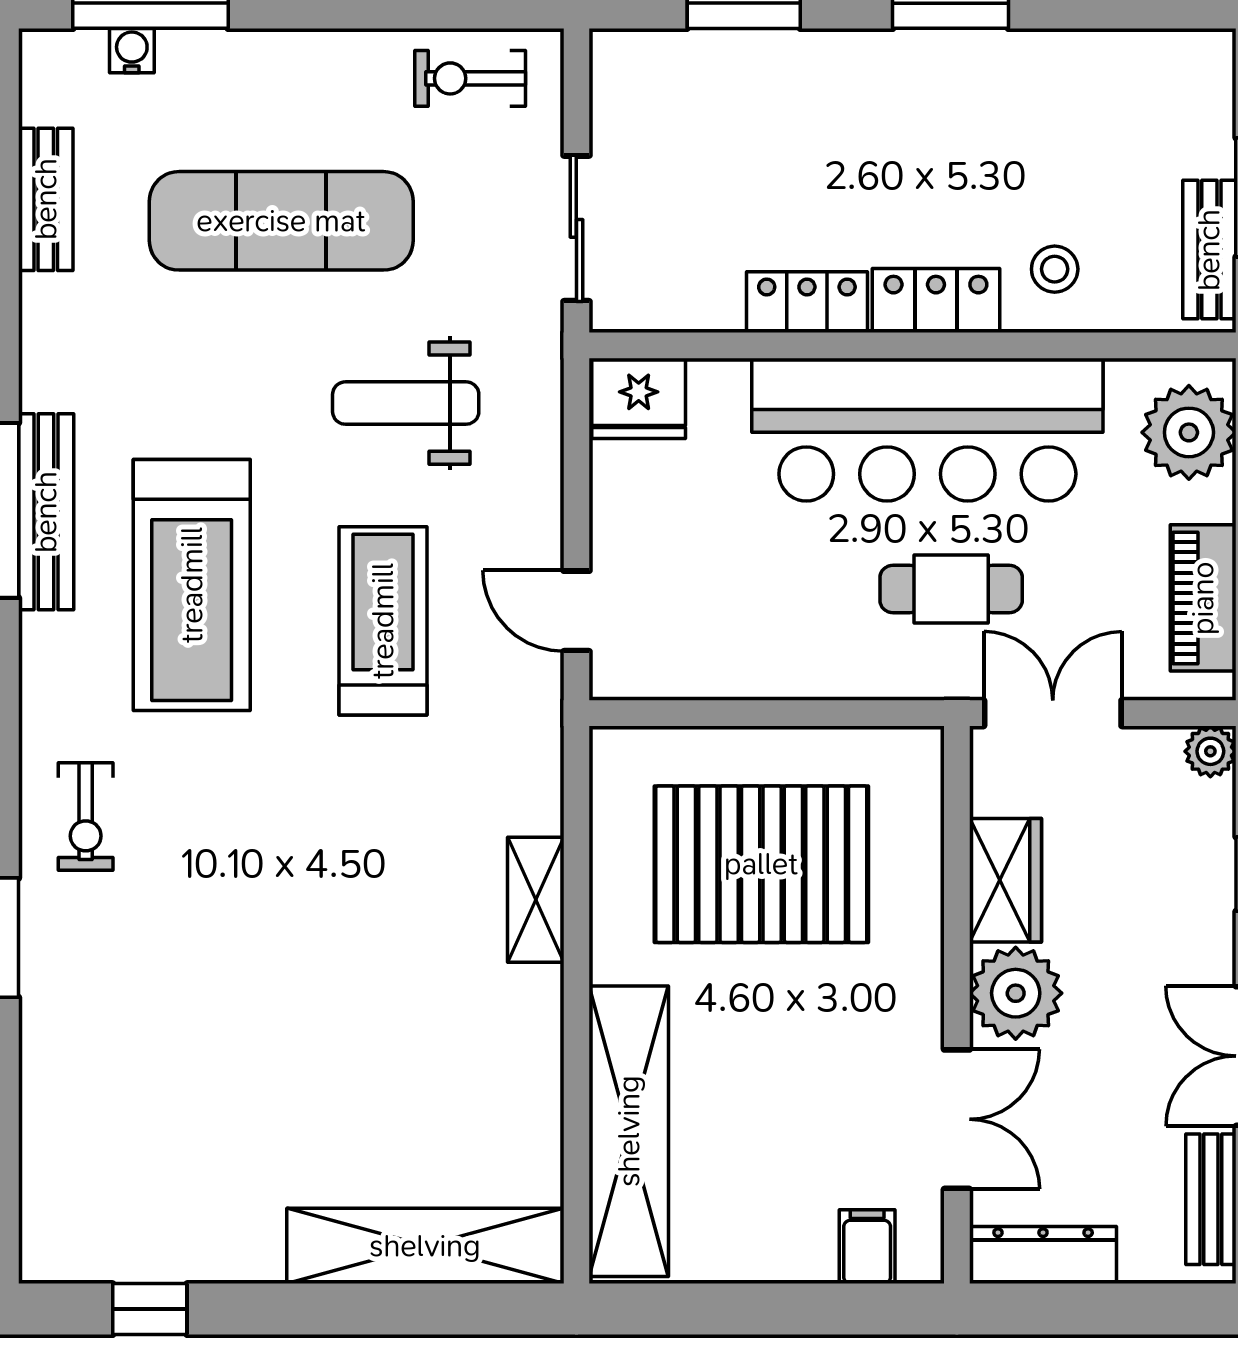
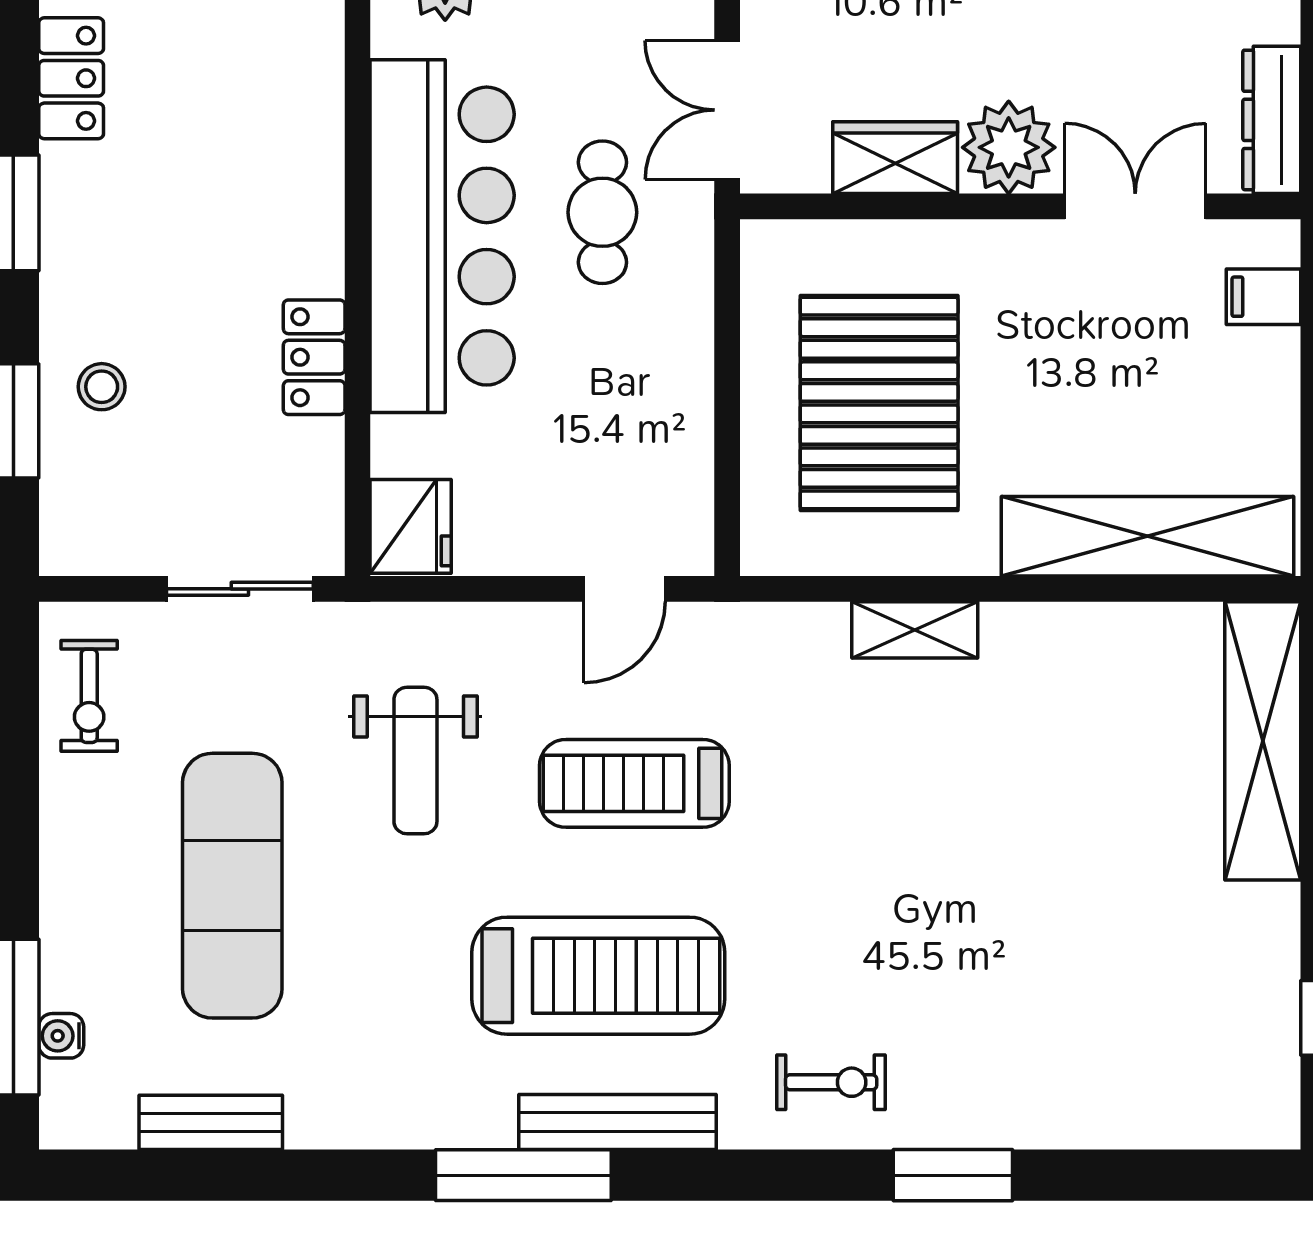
stool: (1055, 269) -> (102, 387), moved
locker: (936, 301) -> (71, 78), moved, turned 180
bench: (46, 512) -> (617, 1122), moved

